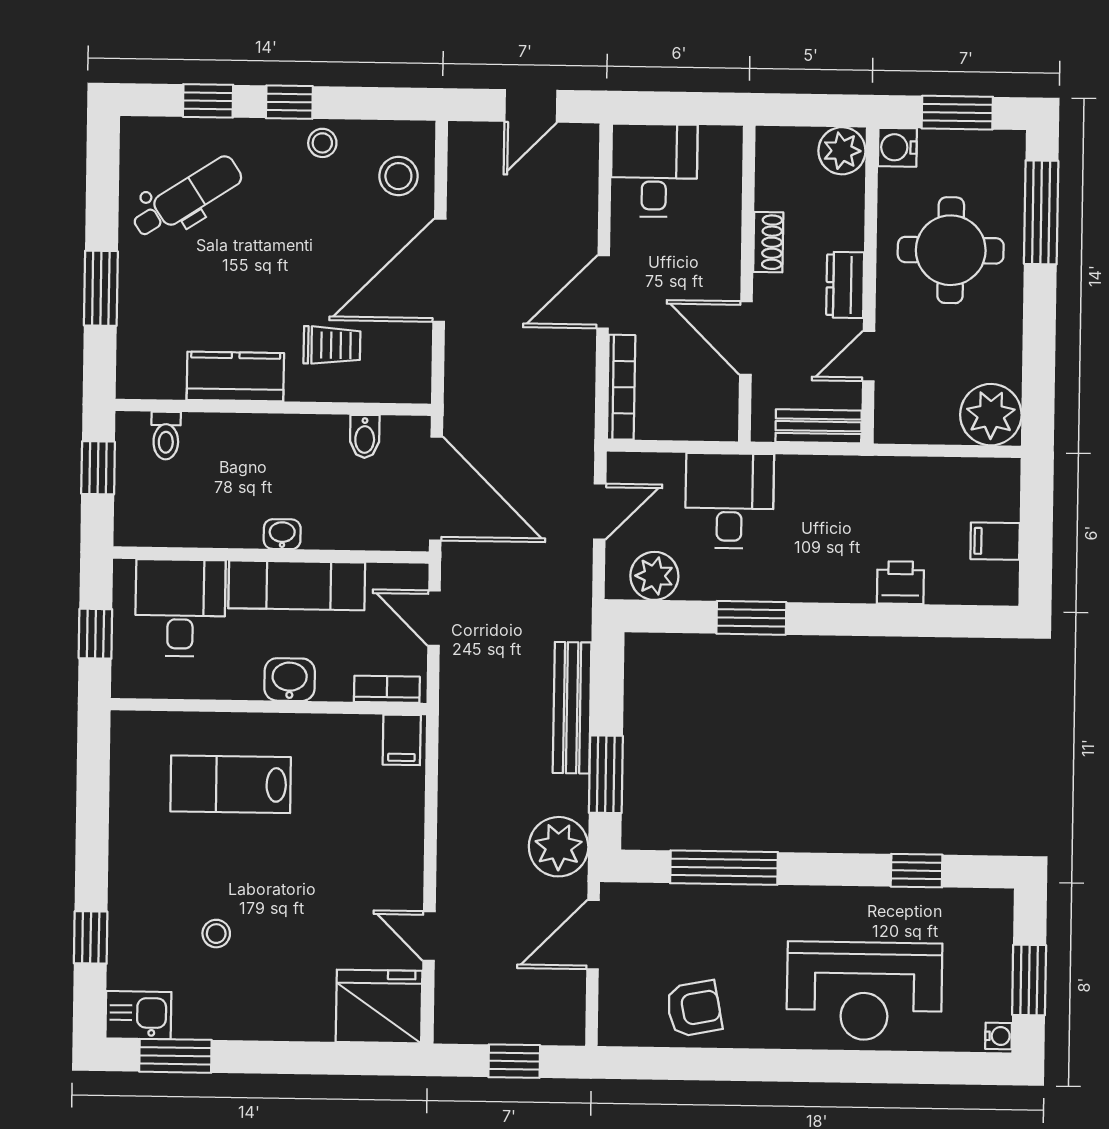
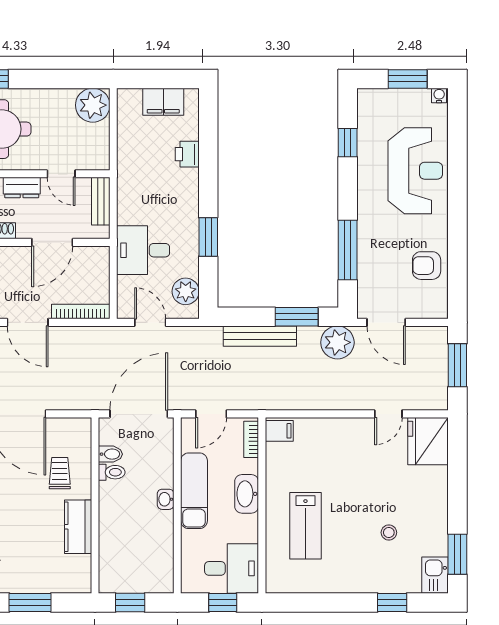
toilet: (166, 436) -> (112, 472), moved
filing cabinet: (995, 541) -> (163, 102), width x2.00
desk: (180, 608) -> (232, 568), moved, turned 180
washbasin: (290, 680) -> (247, 494), width x1.38
armchair: (694, 1009) -> (427, 266), turned -79
window: (514, 1061) -> (457, 365), width x1.50

